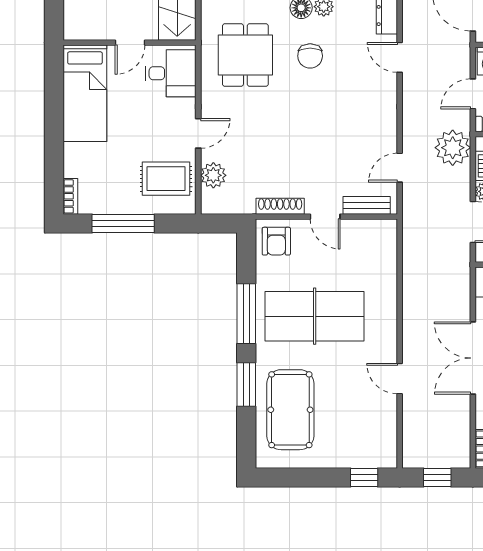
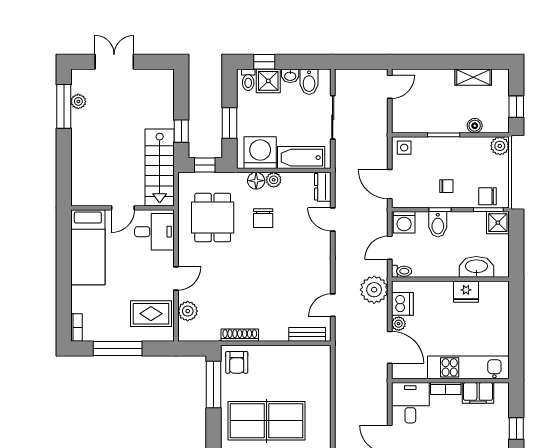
door: (325, 217) -> (275, 343), removed
window: (246, 314) -> (213, 385), moved

